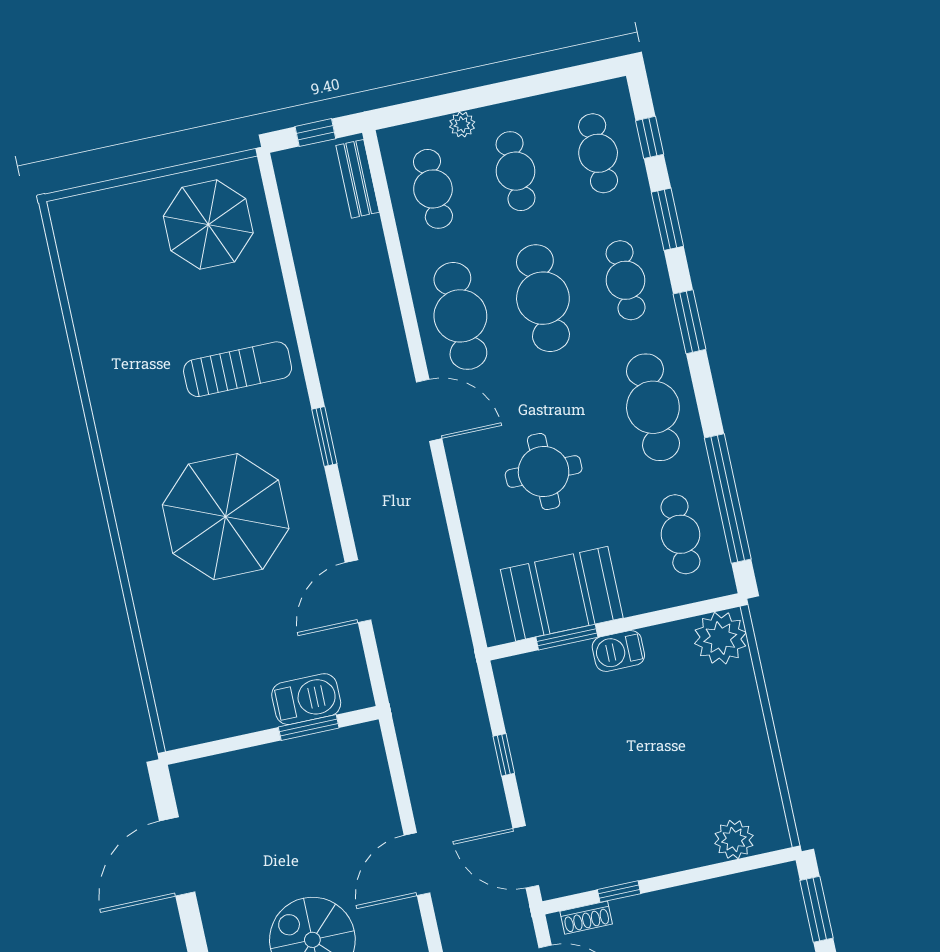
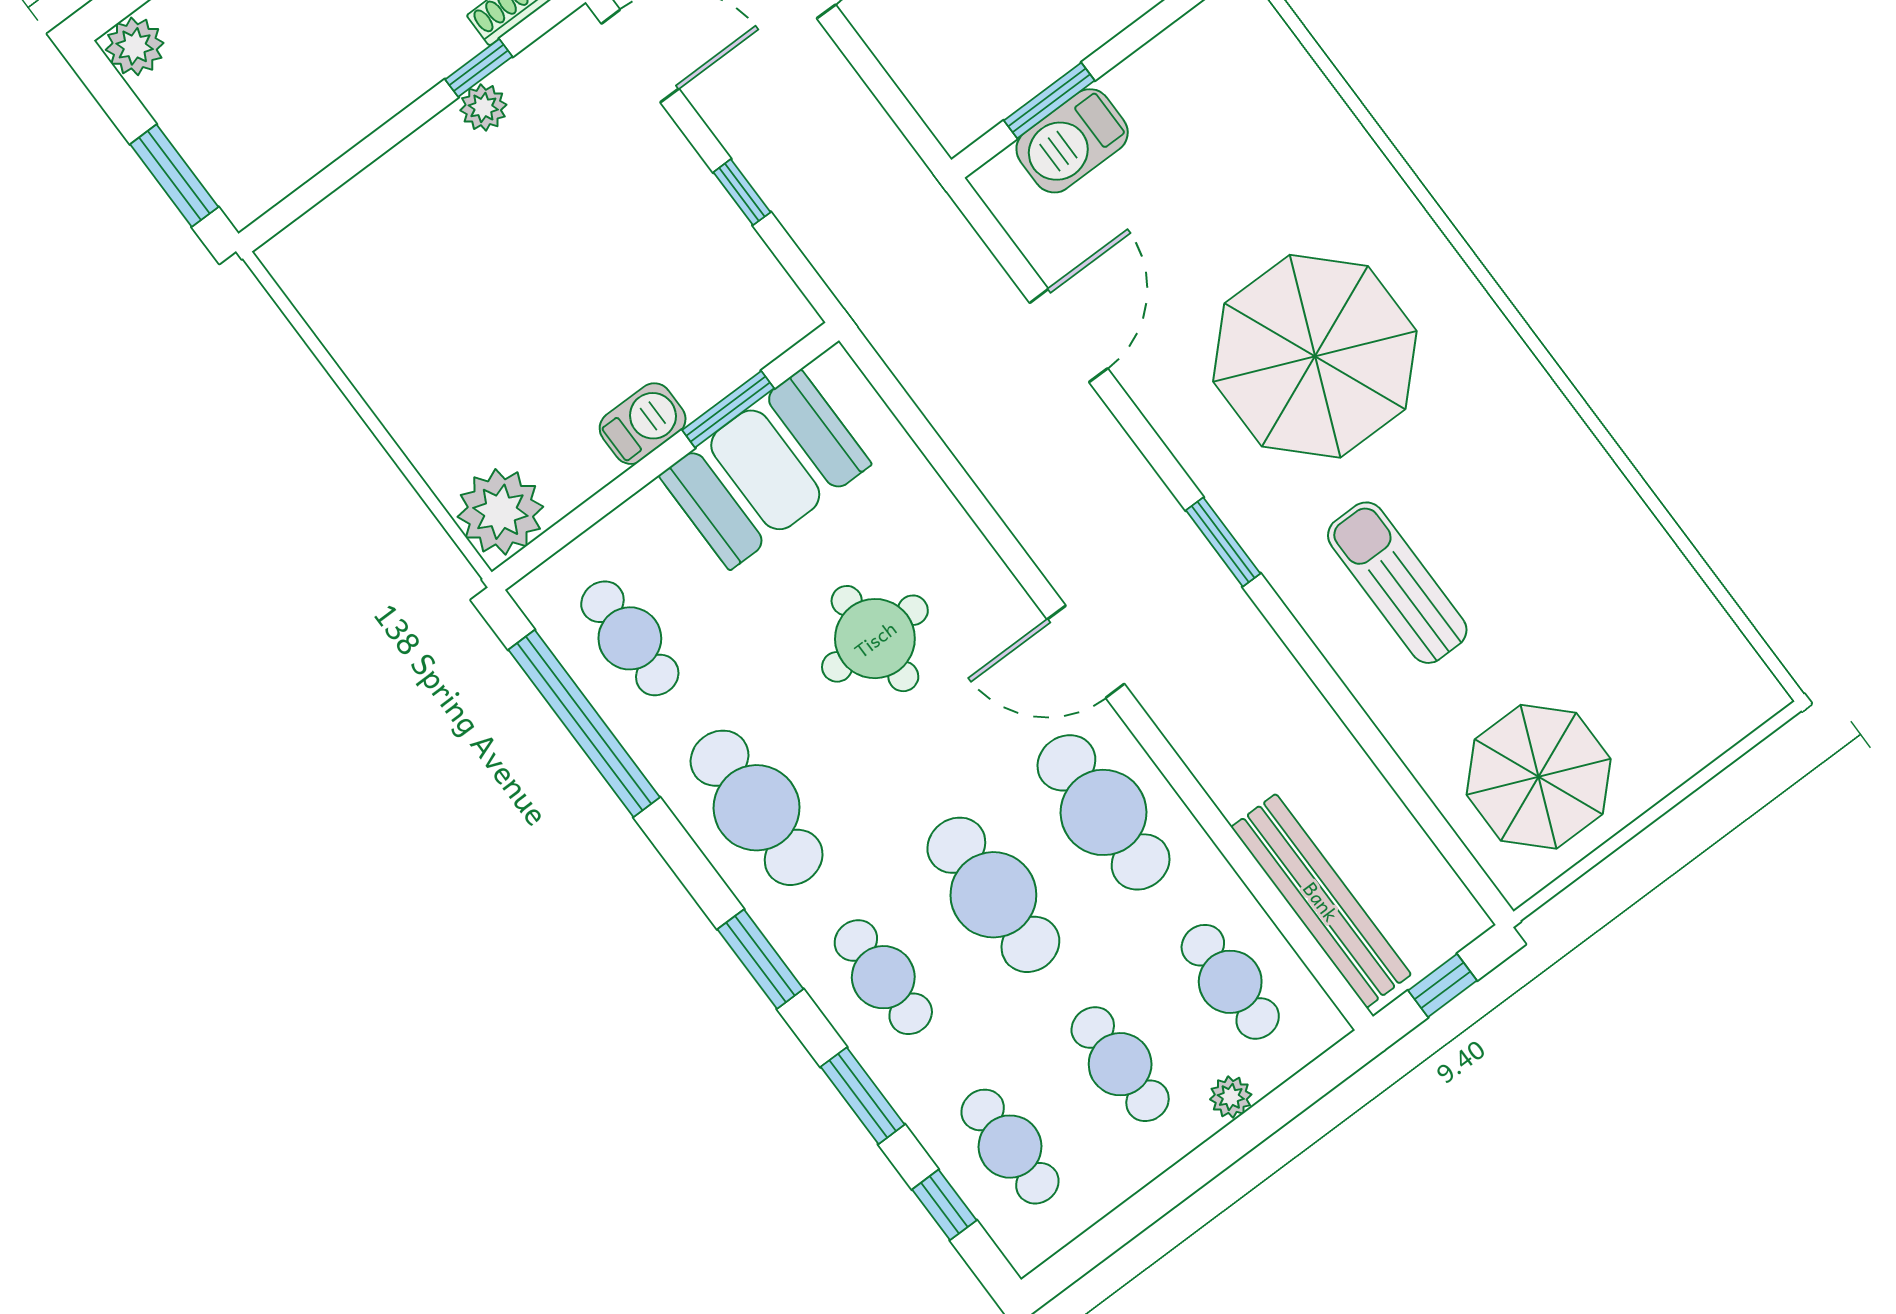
bench: (358, 179) -> (1321, 901), width x1.86, depth x1.21
sun lounger: (238, 369) -> (1397, 583), turned 90
plant: (734, 840) -> (483, 107), moved, width x0.73, depth x0.73

